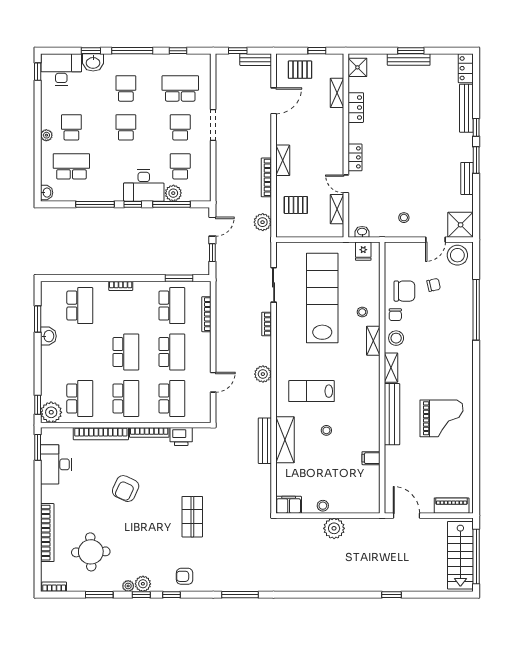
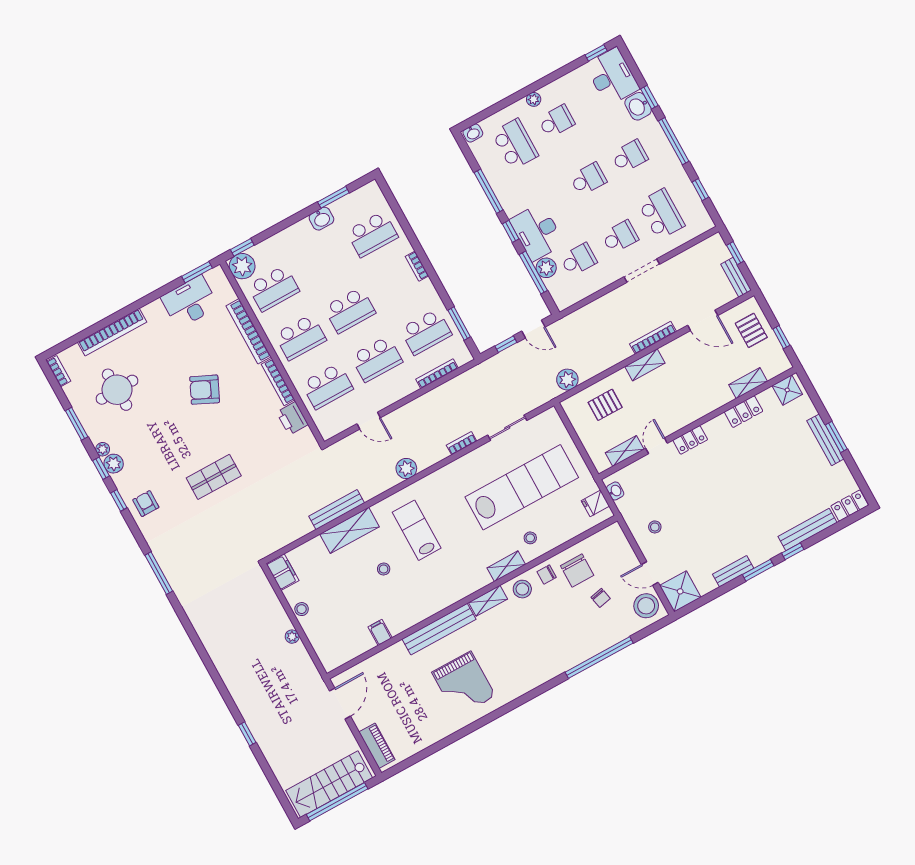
bookcase: (266, 177) -> (653, 338), moved
pallet: (296, 205) -> (605, 405), turned 90
plant: (334, 528) -> (292, 637), width x0.53, depth x0.53

